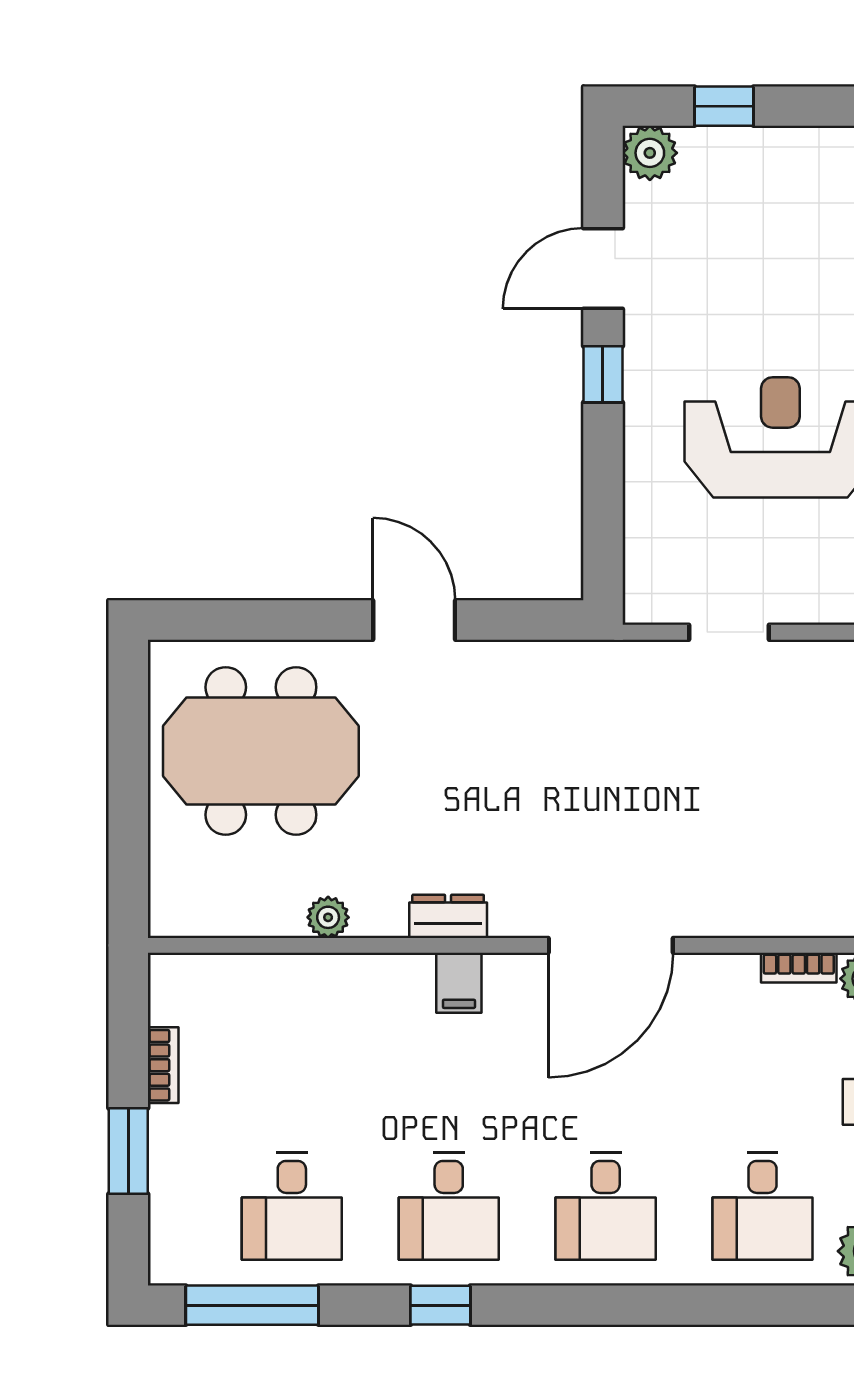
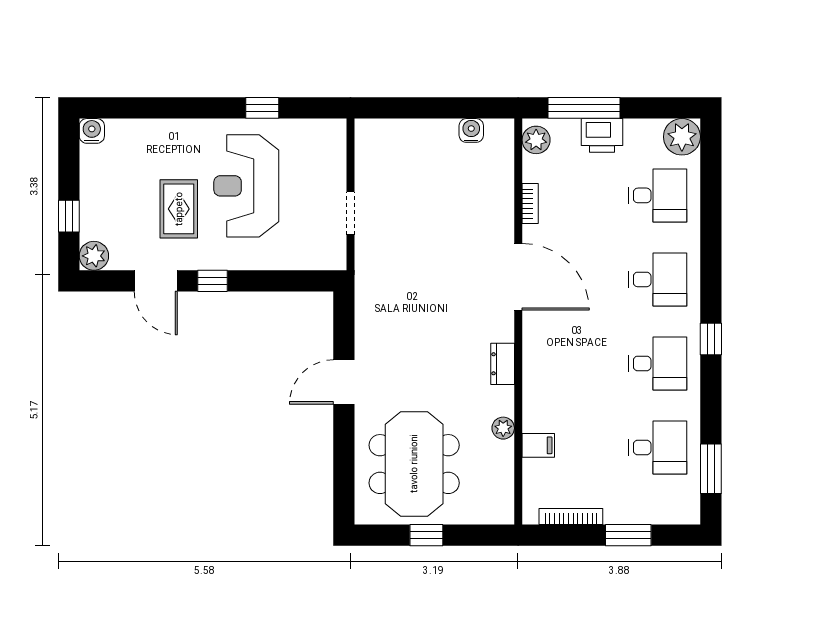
rug: (737, 311) -> (179, 209), added
window: (128, 774) -> (426, 535), added
bookcase: (799, 968) -> (530, 204), moved
filing cabinet: (459, 983) -> (538, 445), moved
bookcase: (163, 1065) -> (571, 516), width x1.56
window: (252, 1305) -> (711, 469), width x0.69
window: (440, 1305) -> (711, 339), moved

